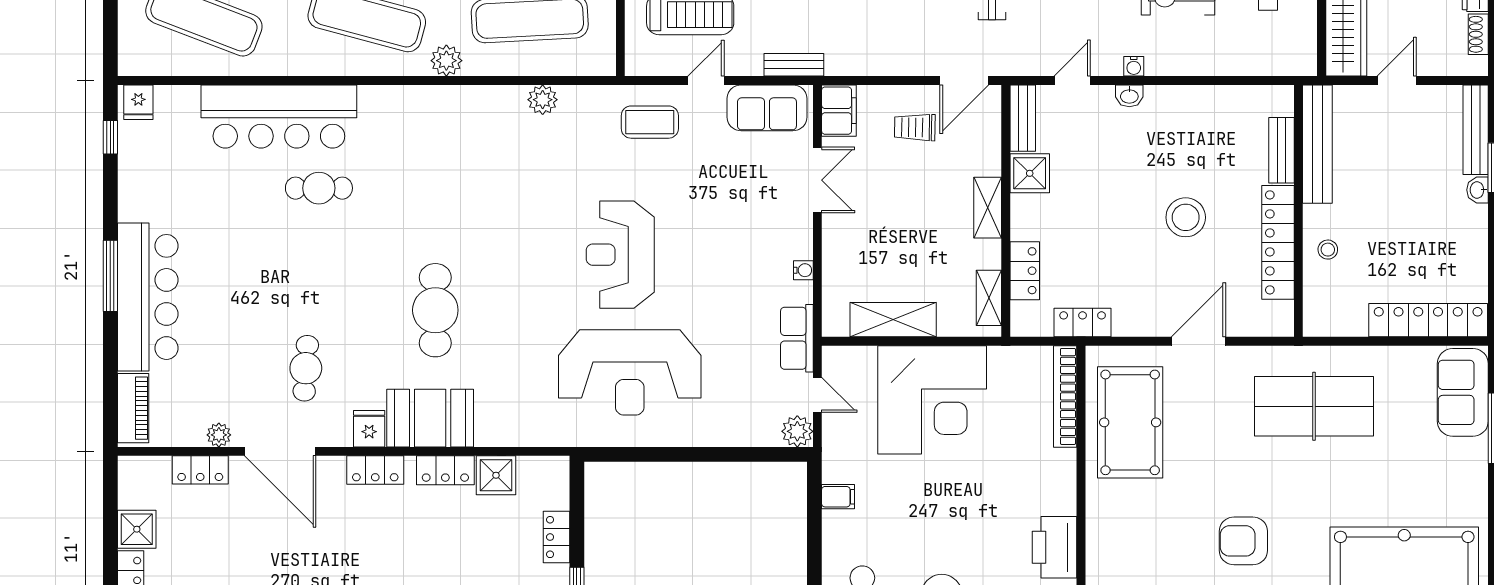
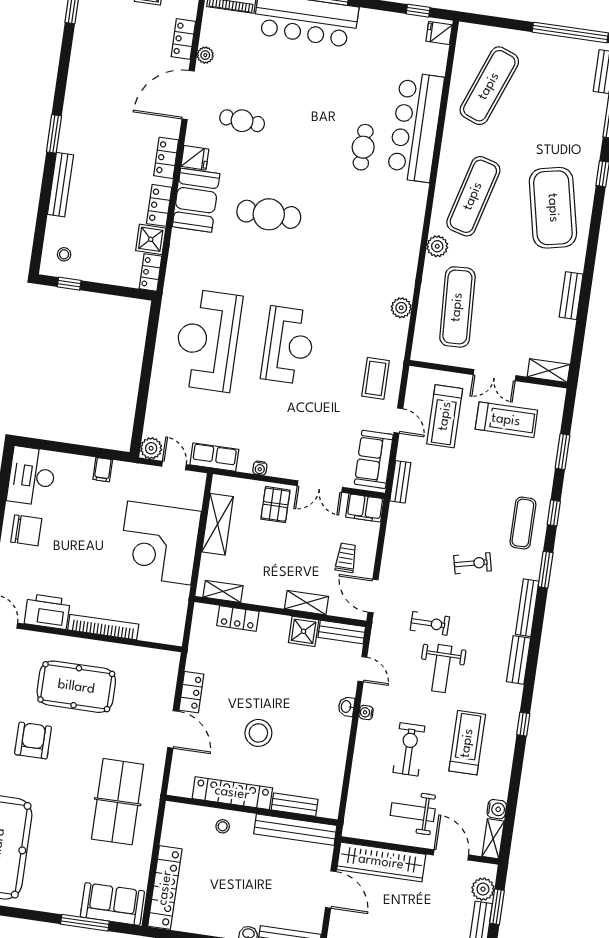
door: (1397, 80) -> (331, 890), width x1.38
shelving: (988, 208) -> (307, 603), moved
pallet: (853, 240) -> (275, 505), added
reception desk: (620, 255) -> (288, 345), turned 90
locker: (1083, 323) -> (191, 692), moved
door: (817, 395) -> (174, 465), swing flipped
bookcase: (1065, 396) -> (103, 627), moved
pool table: (1130, 422) -> (76, 687), moved
locker: (557, 537) -> (150, 272), moved, turned -90

